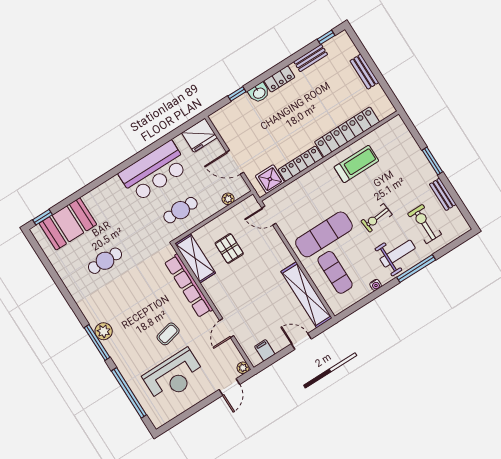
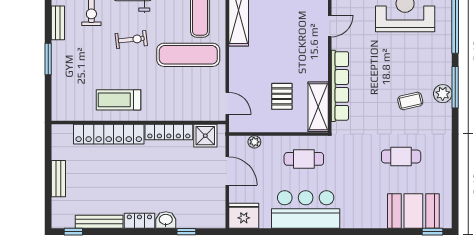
bench: (311, 58) -> (99, 222), width x1.36
coffee table: (168, 334) -> (410, 101), moved

